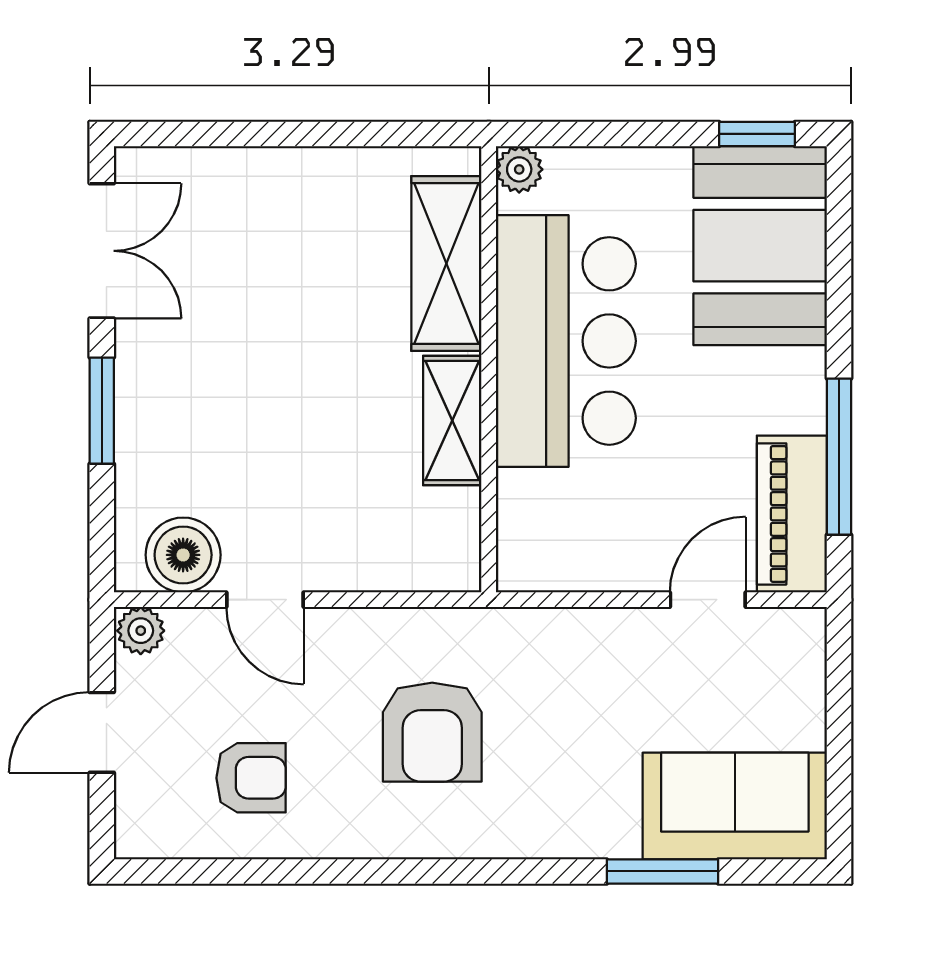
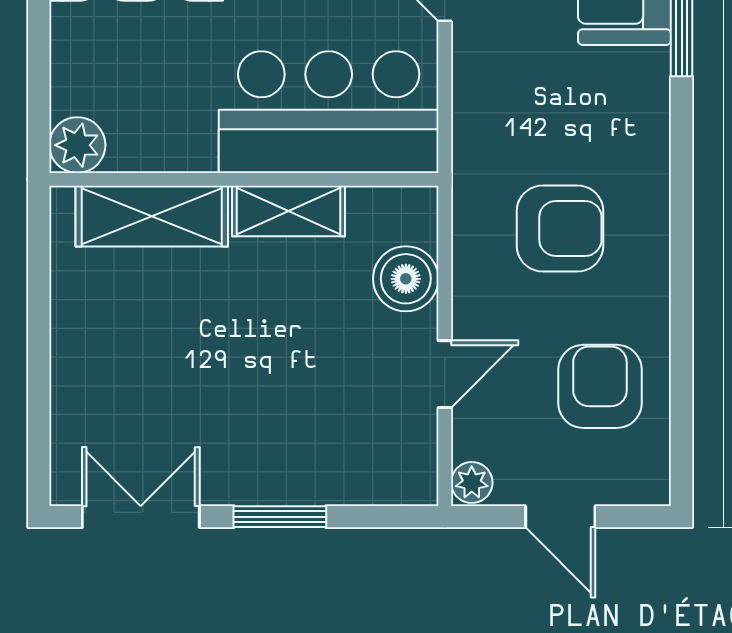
plant: (519, 169) -> (77, 145), width x1.38, depth x1.38
bar counter: (566, 341) -> (329, 112), moved
boiler: (183, 555) -> (406, 279), moved
armchair: (251, 778) -> (600, 386), width x1.38, depth x1.38

